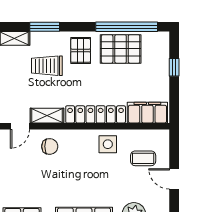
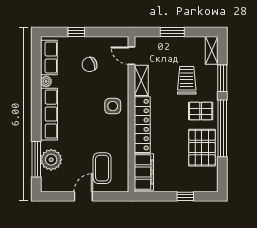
window: (127, 27) -> (222, 128), moved
side table: (108, 144) -> (113, 106), moved
chair: (50, 146) -> (89, 64), moved, turned 69
coffee table: (143, 158) -> (102, 168), width x1.36, depth x1.30

